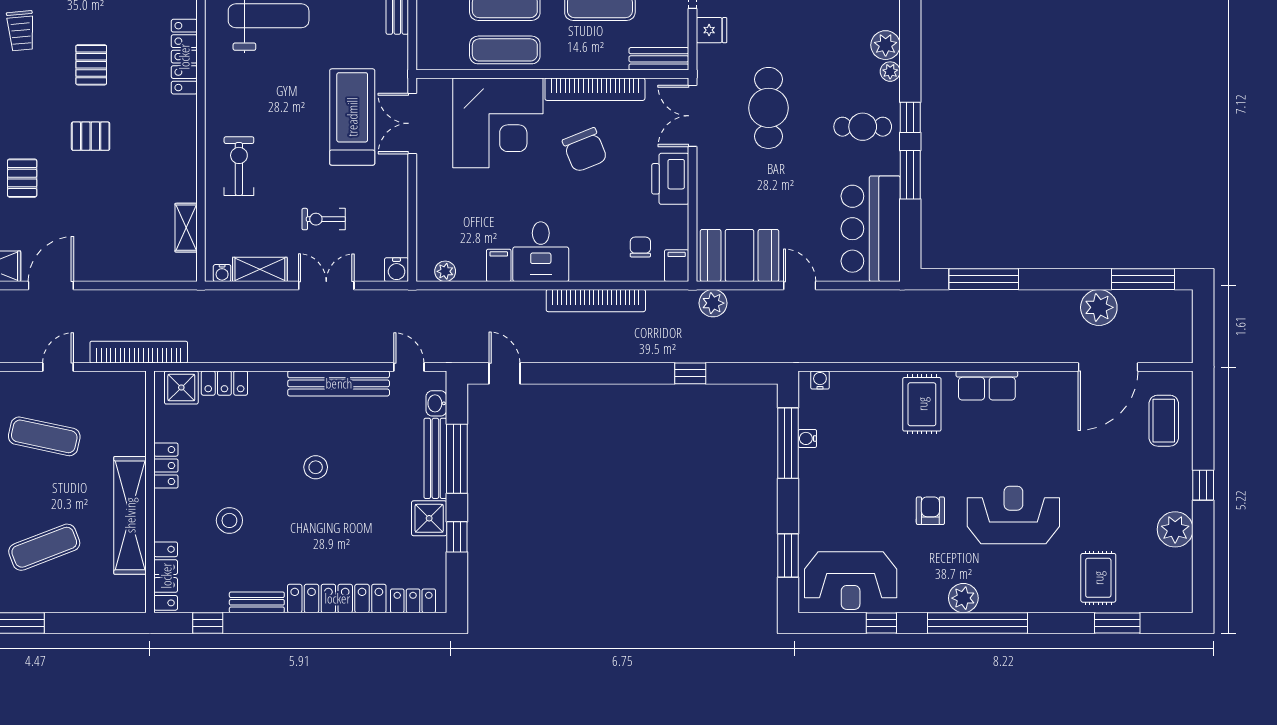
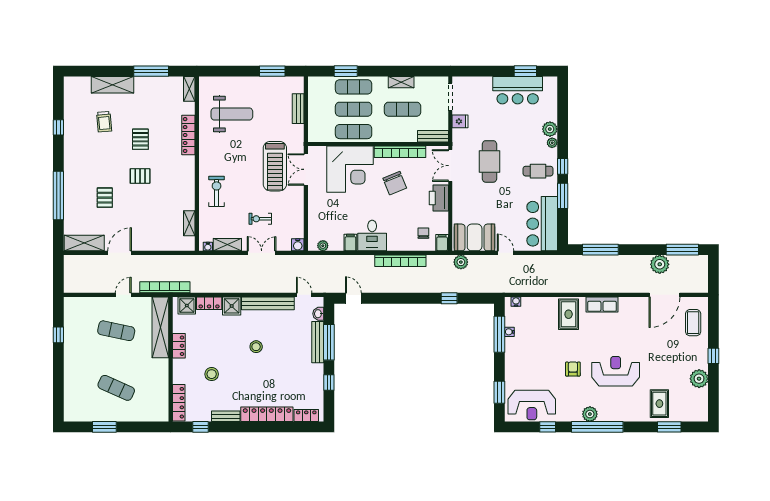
treadmill: (352, 117) -> (275, 166), turned 180
shelving: (130, 515) -> (160, 327), moved
shower: (429, 518) -> (232, 306), moved
exercise mat: (44, 547) -> (116, 388), turned 45

